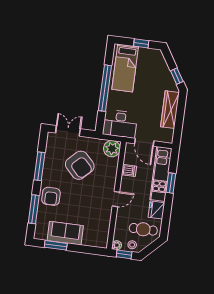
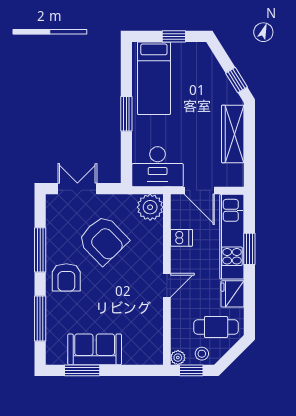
window: (105, 88) -> (126, 114), width x0.47
armchair: (51, 196) -> (66, 277), moved

